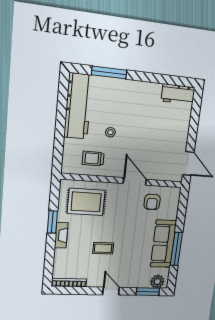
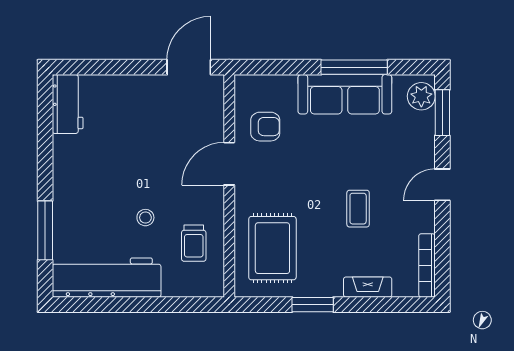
fireplace: (61, 235) -> (368, 287), moved

